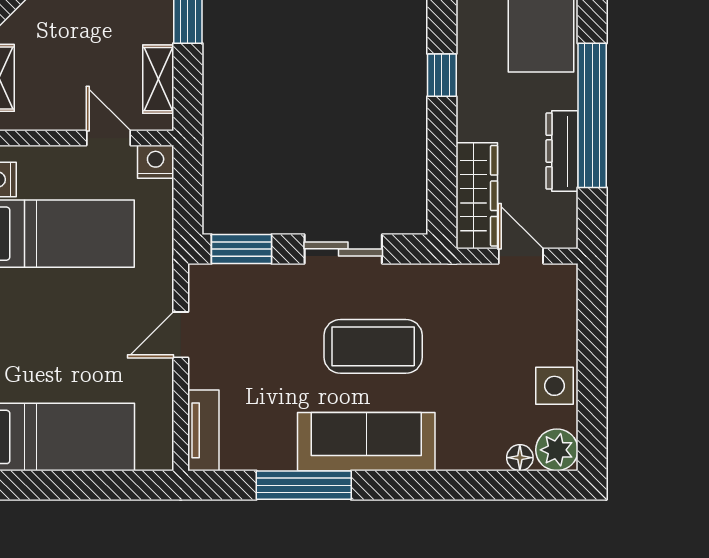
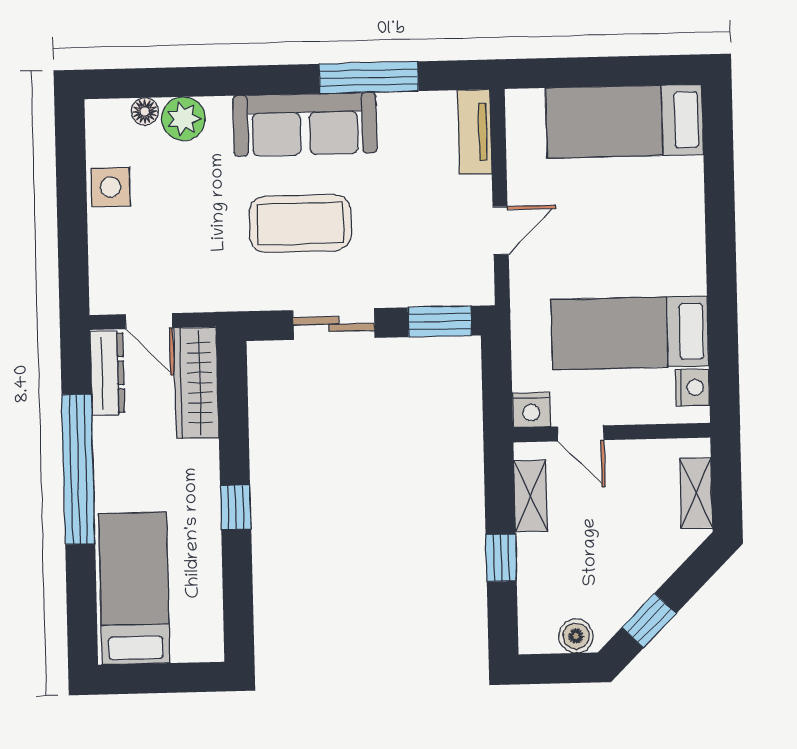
dresser: (562, 151) -> (107, 373), moved
plant: (557, 450) -> (183, 119), moved

